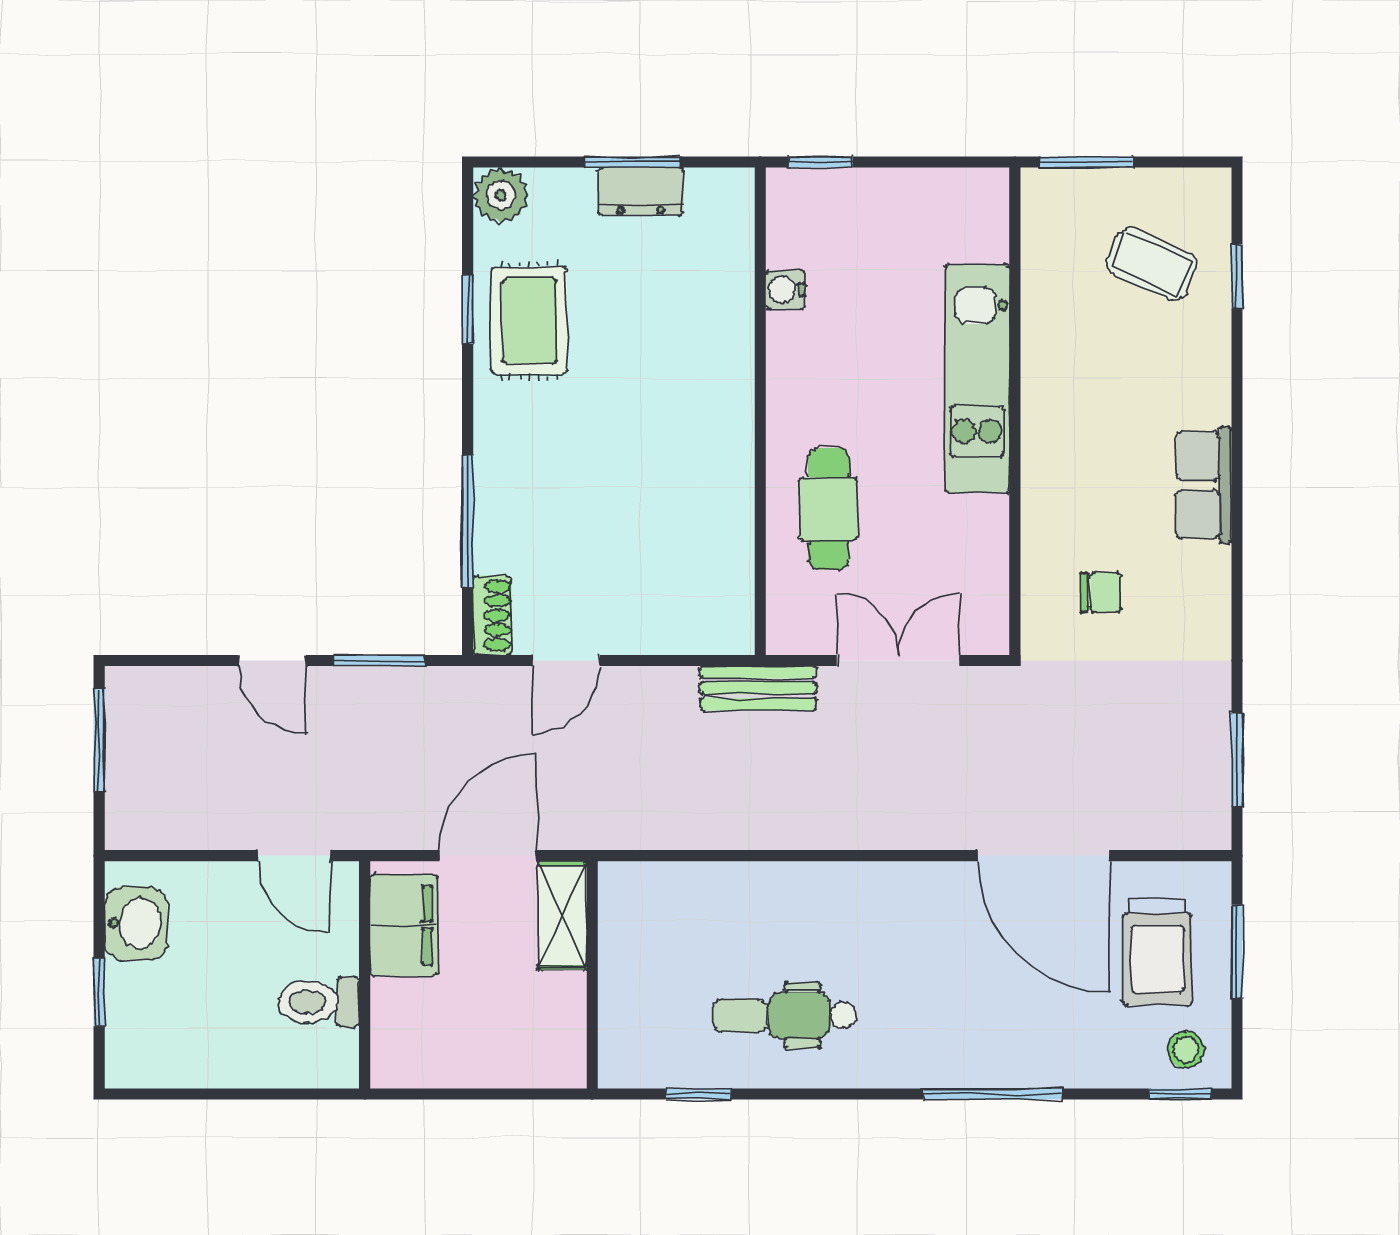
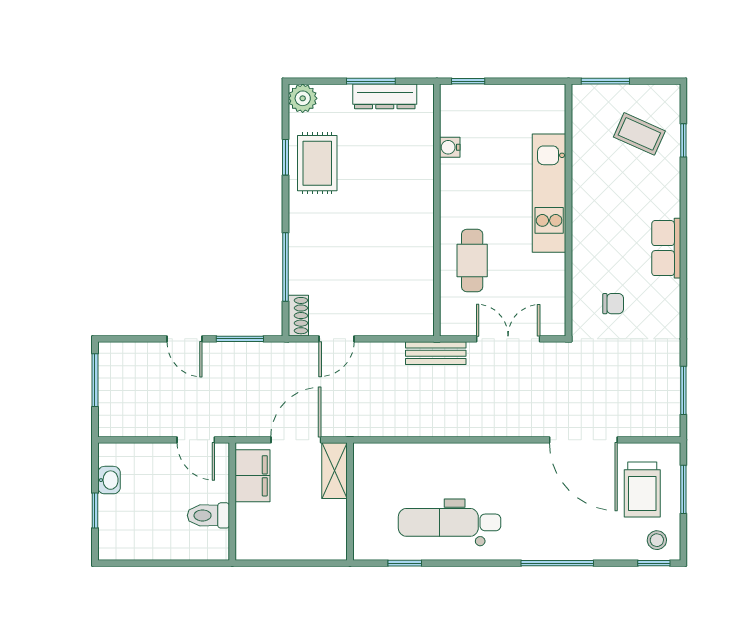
dresser: (641, 192) -> (385, 96), width x1.44
washbasin: (136, 923) -> (109, 480), width x0.72, depth x0.69
dental chair: (785, 1015) -> (449, 522), width x1.36, depth x1.38

